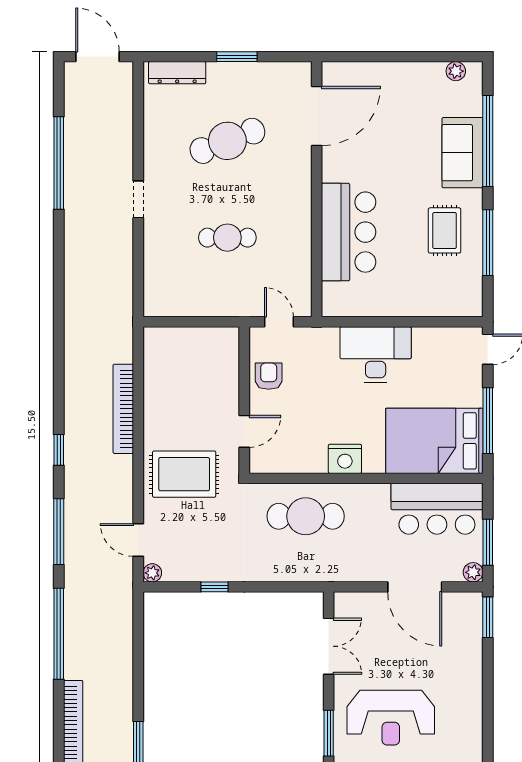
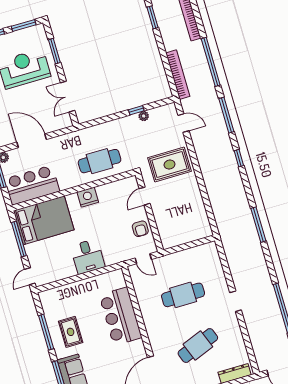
cafe table: (227, 238) -> (183, 295), width x1.37, depth x1.35
window: (59, 323) -> (258, 225), added
desk: (376, 354) -> (88, 256), width x0.73
bookcase: (123, 409) -> (178, 75), moved
plant: (152, 573) -> (144, 116), moved

